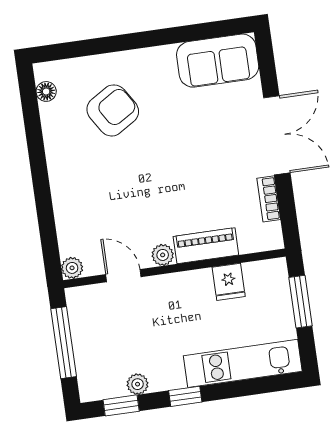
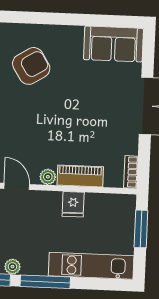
bookcase: (269, 199) -> (131, 172), moved
fridge: (229, 282) -> (73, 204), moved
window: (185, 396) -> (45, 282), width x2.17

